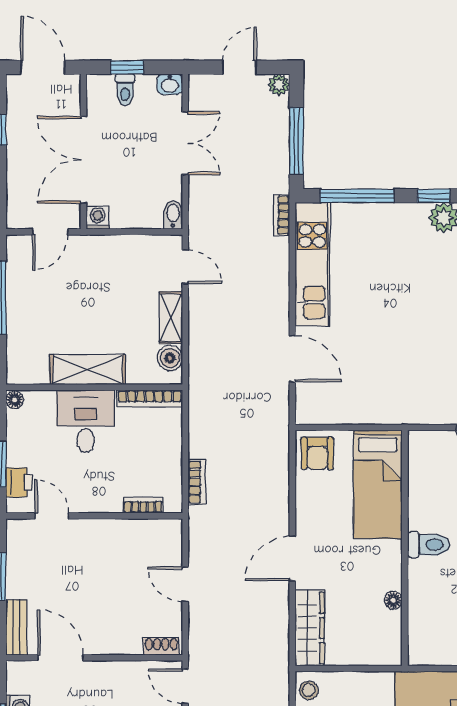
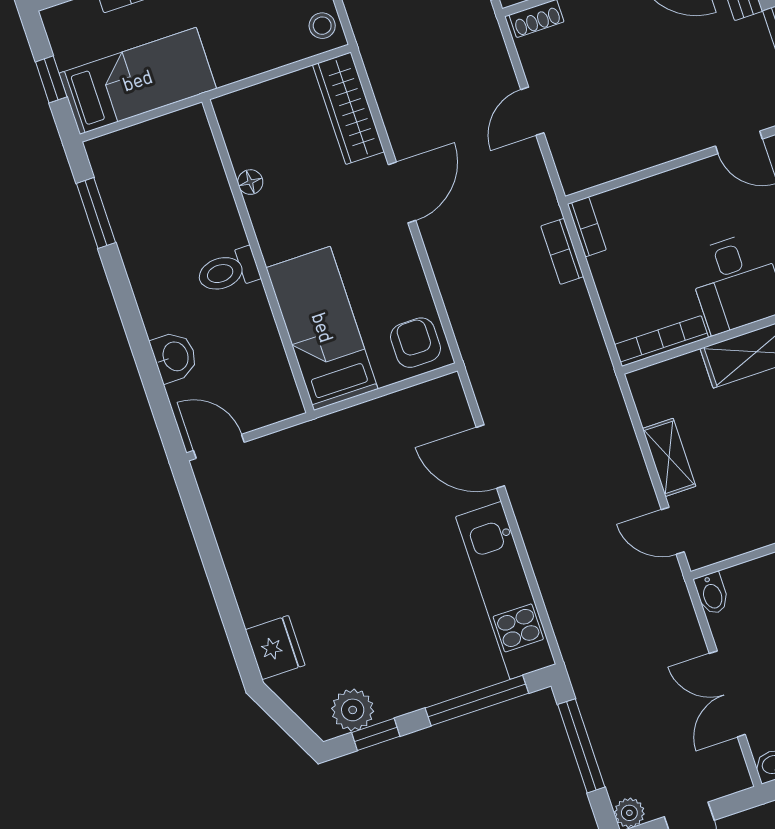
bookcase: (282, 215) -> (568, 641), removed
boiler: (170, 358) -> (652, 403), removed
bookcase: (143, 505) -> (587, 227), moved, turned -90
door: (185, 584) -> (532, 111), swing flipped

